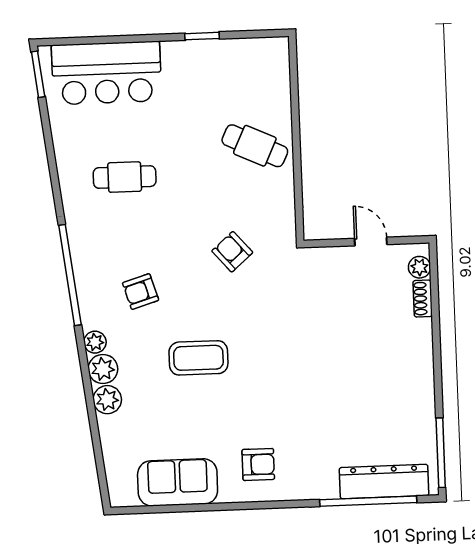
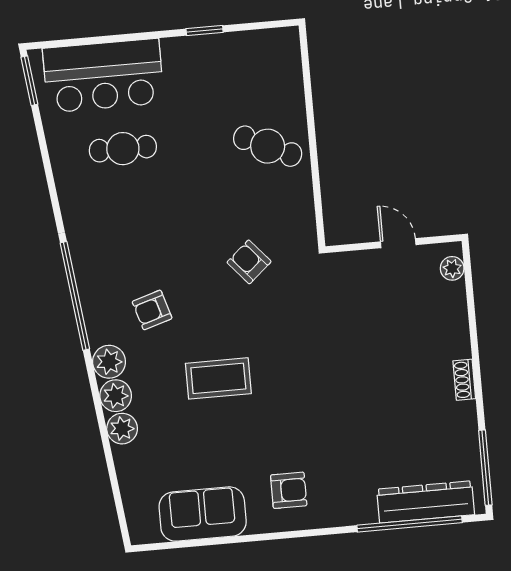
cafe table: (125, 177) -> (123, 149), moved
shoe rack: (423, 298) -> (464, 380), moved
plant: (95, 342) -> (109, 362), width x1.38, depth x1.38

